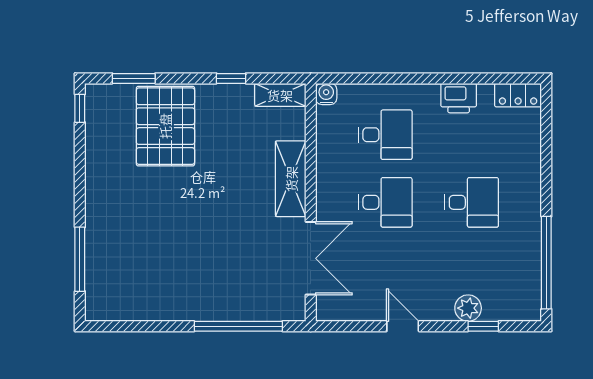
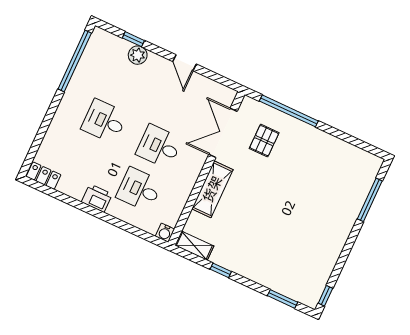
printer: (459, 98) -> (97, 198), moved
pallet: (165, 126) -> (264, 141), moved, width x0.49, depth x0.50

